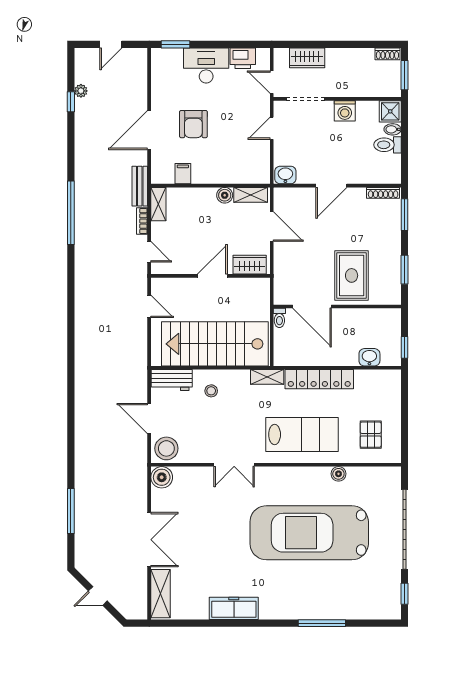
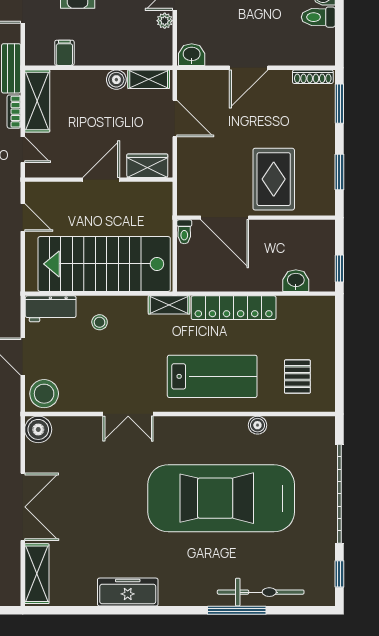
plant: (264, 148) -> (165, 21), added
shelving: (158, 204) -> (37, 101), width x1.50, depth x1.33
bicycle: (341, 608) -> (261, 592), added

